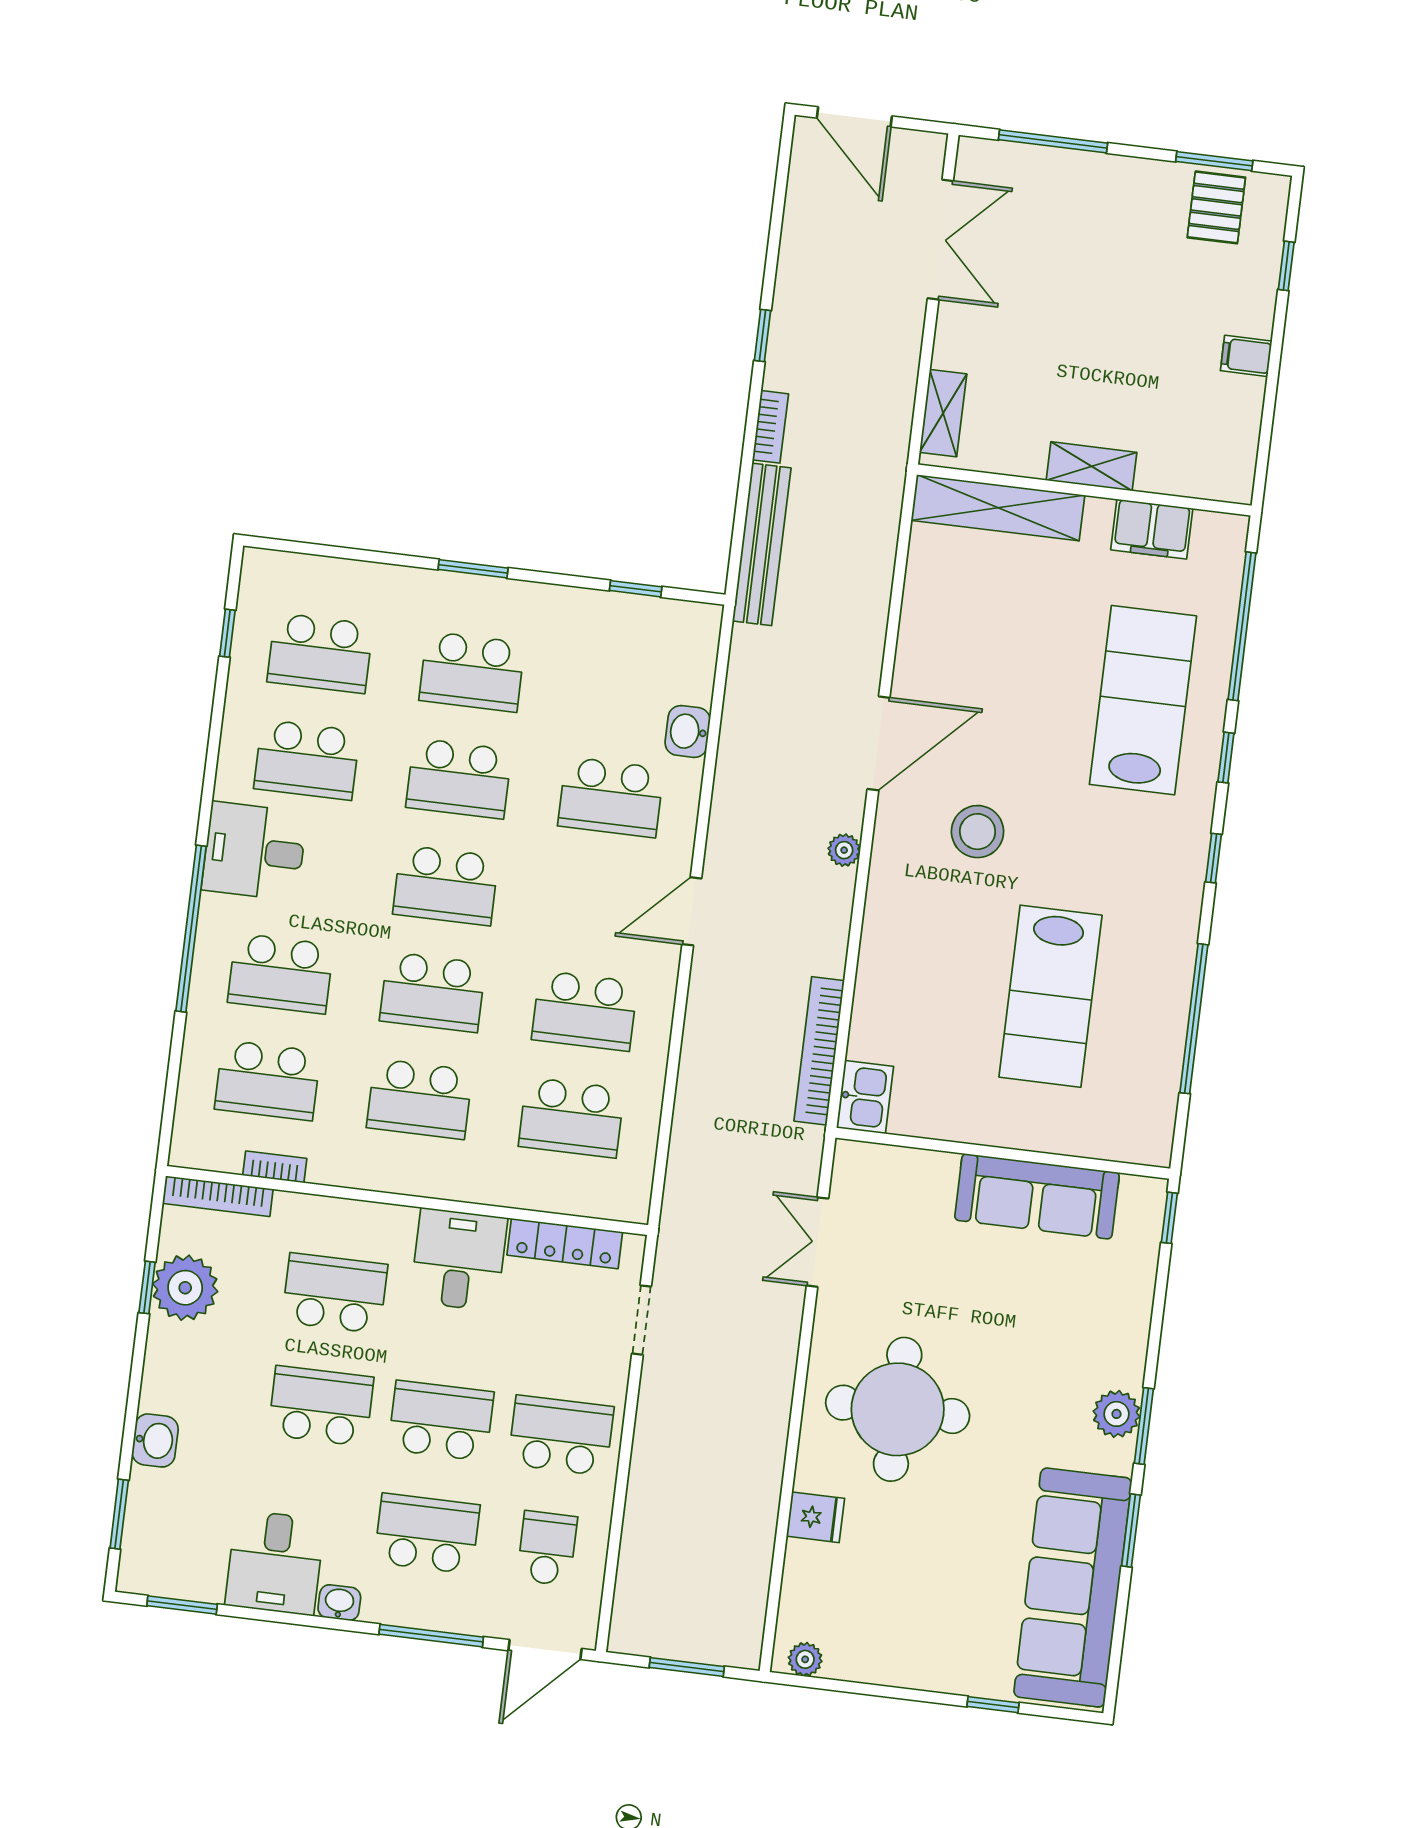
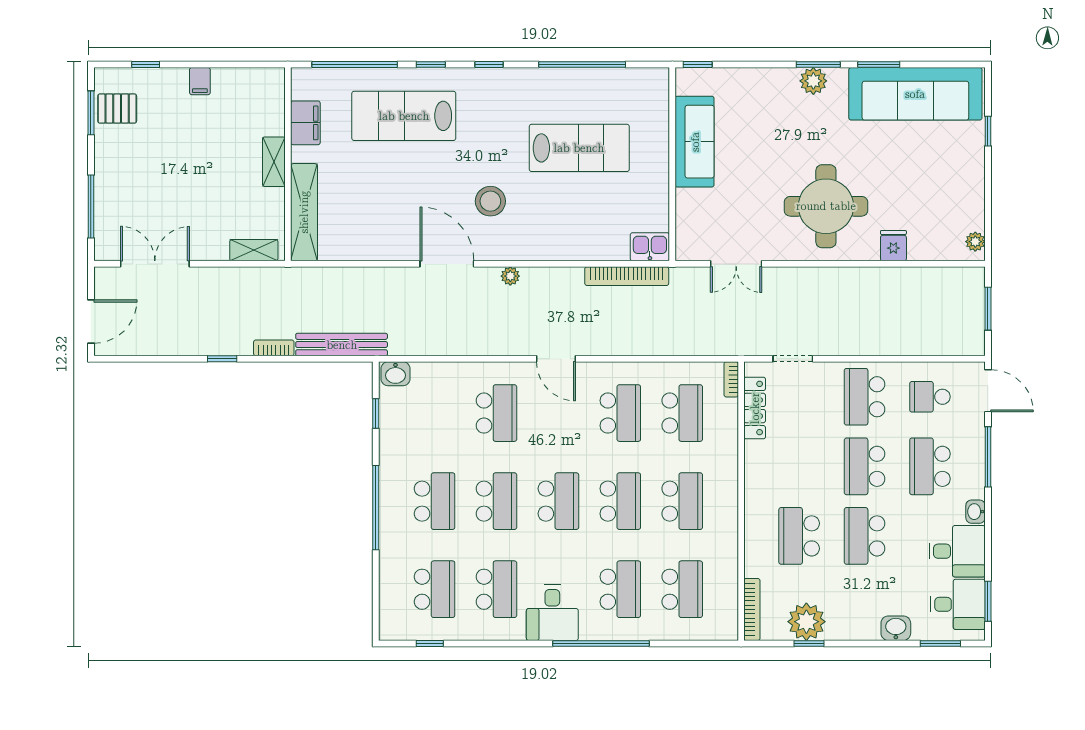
window: (473, 569) -> (376, 508), width x2.11
washbasin: (688, 731) -> (395, 374), moved
bookcase: (275, 1167) -> (731, 379), moved
desk: (459, 1260) -> (958, 604), moved, turned 180

